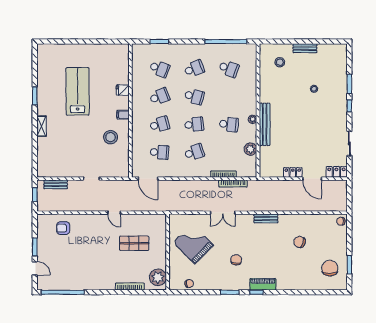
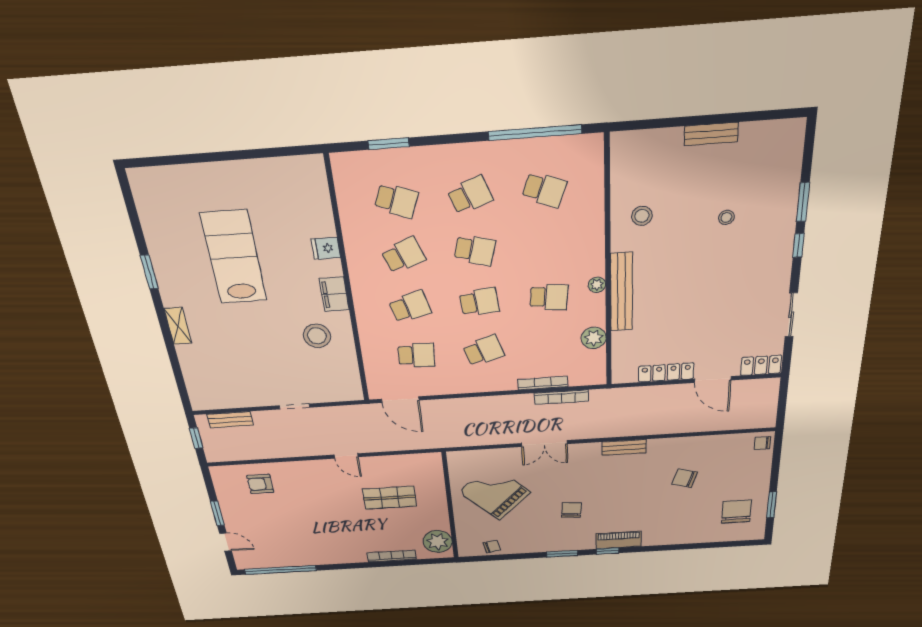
stool: (280, 62) -> (642, 216), moved
filing cabinet: (123, 115) -> (334, 294), width x2.00
locker: (293, 172) -> (666, 372), width x1.53

